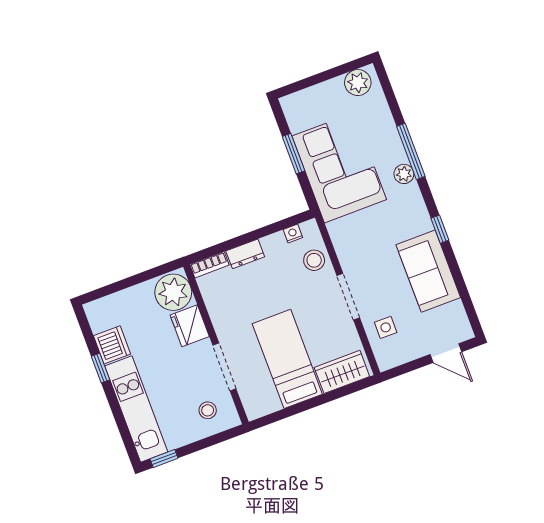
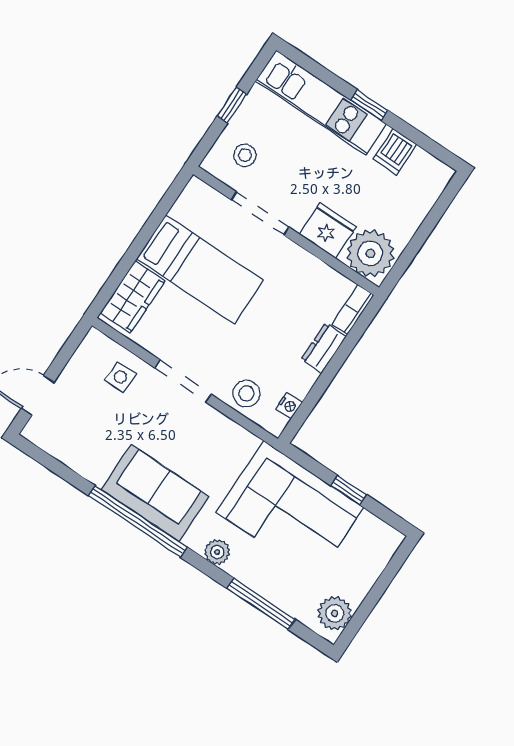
window: (411, 151) -> (261, 604), moved
window: (293, 154) -> (349, 490), width x0.67
window: (440, 229) -> (138, 521), width x3.17
sofa: (428, 271) -> (155, 493), moved
dishwasher: (112, 345) -> (395, 152), width x0.73
window: (101, 368) -> (369, 105), moved
window: (164, 458) -> (232, 105), moved

